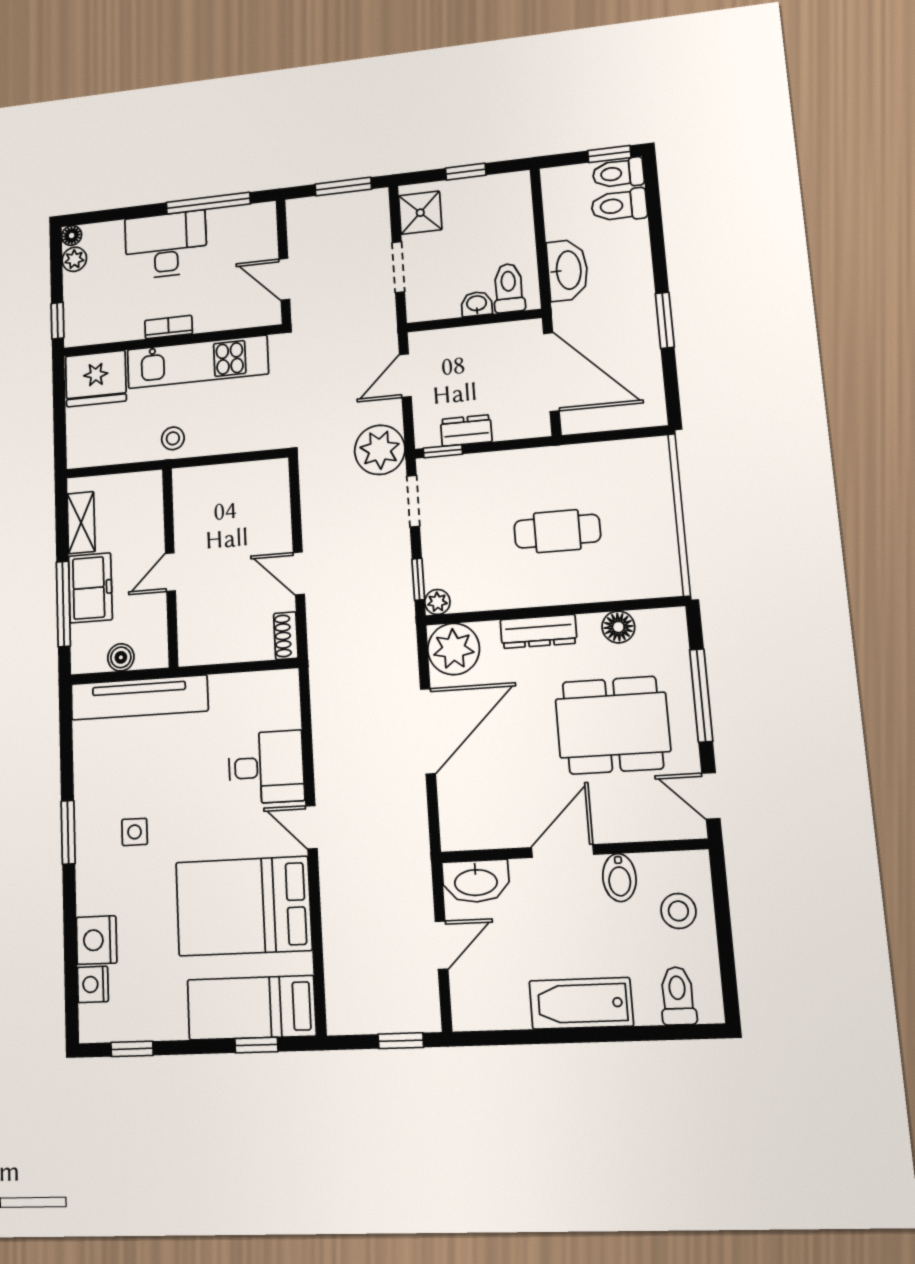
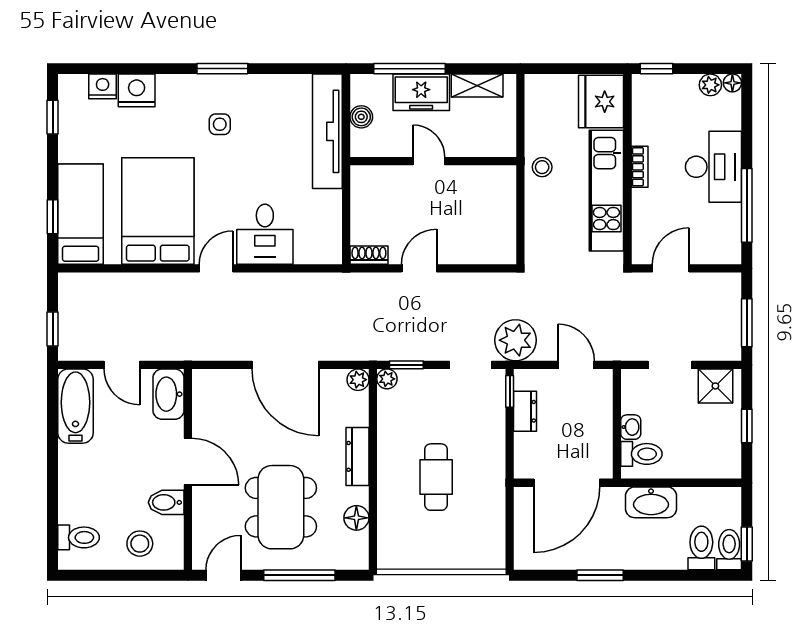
plant: (454, 649) -> (358, 380), width x0.53, depth x0.53
bathtub: (581, 1003) -> (75, 406), moved

